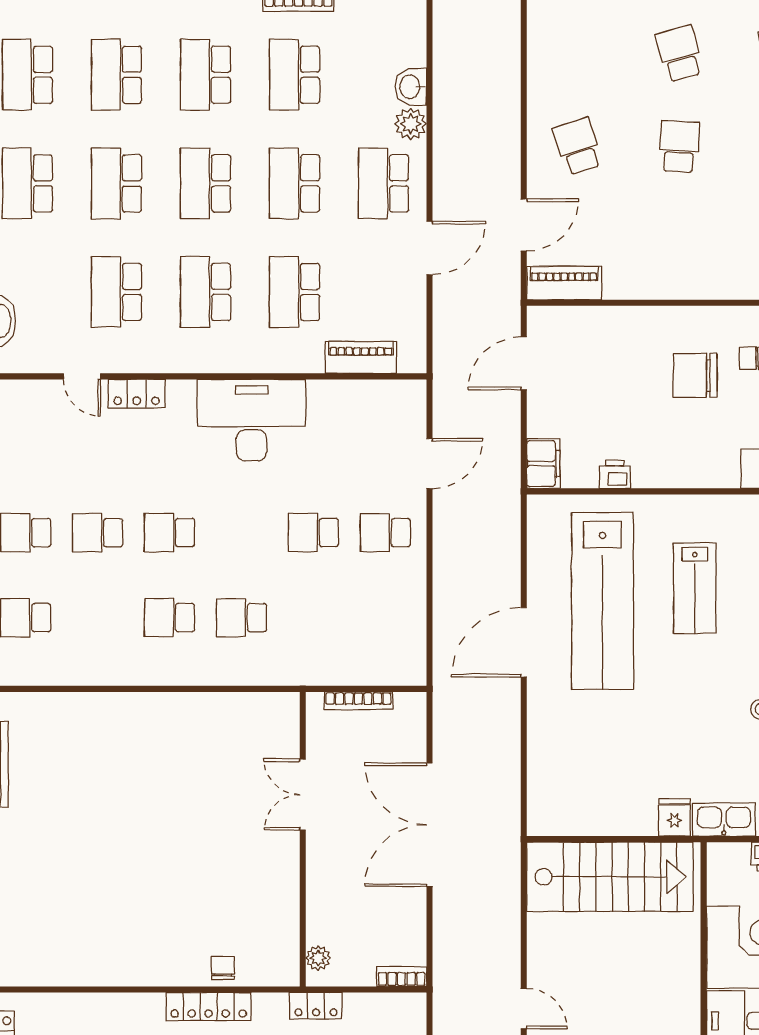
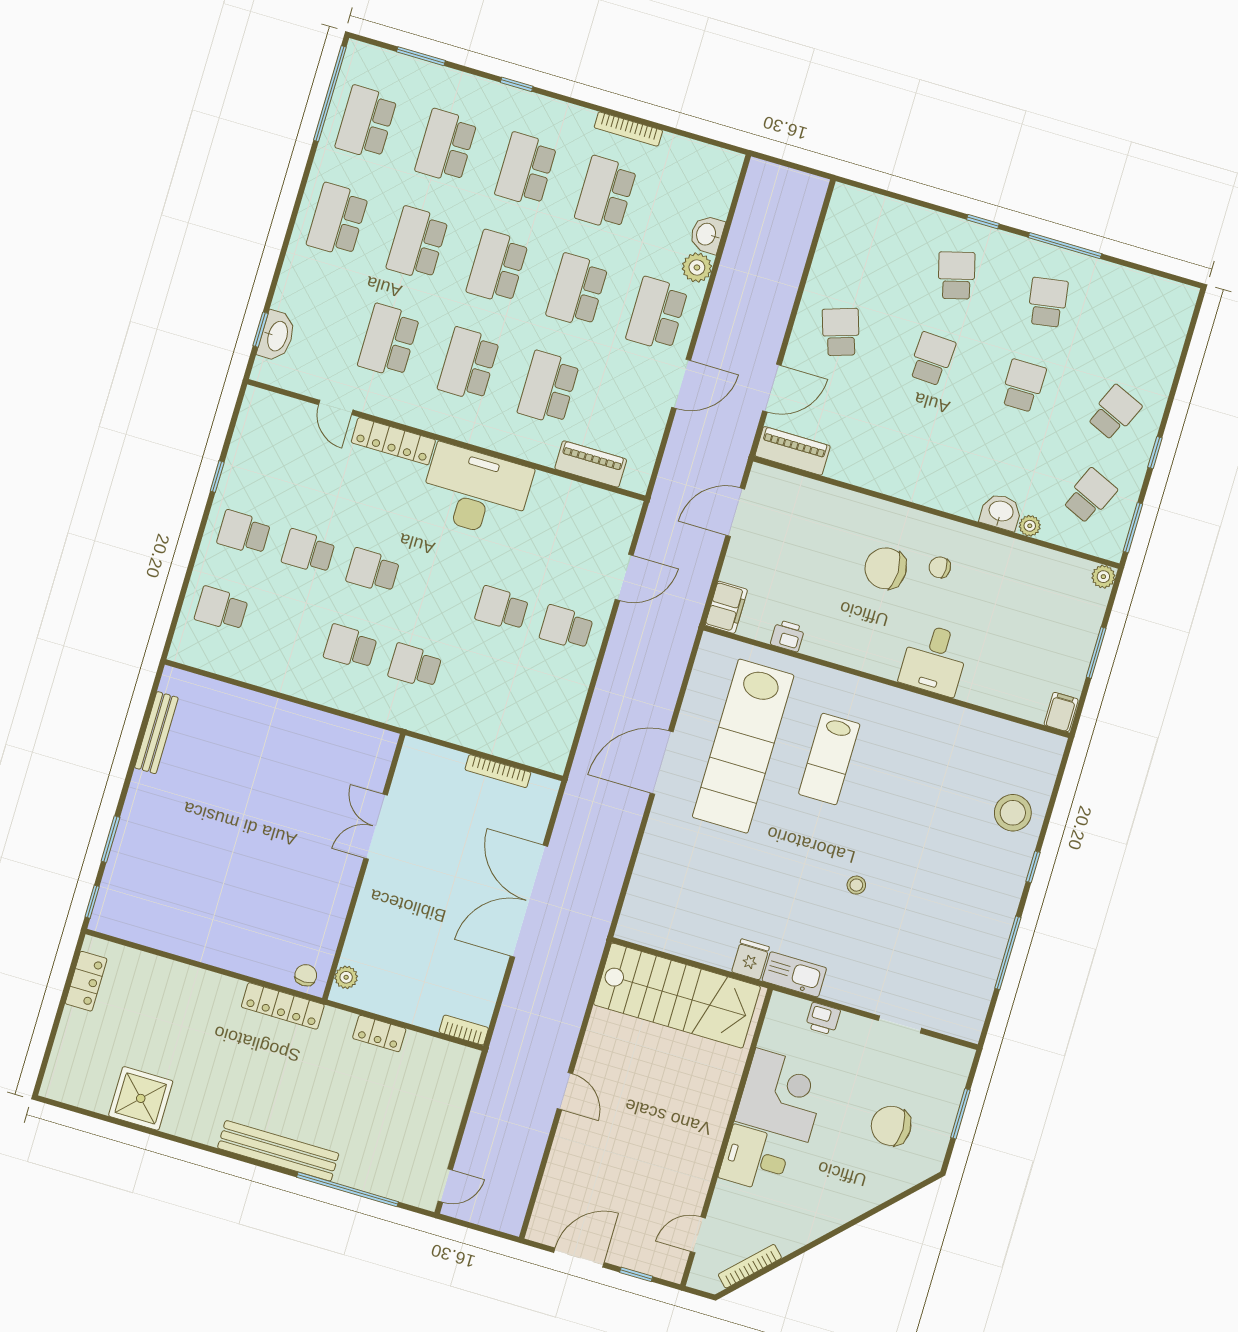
locker: (137, 394) -> (393, 441), width x1.53
double door: (303, 795) -> (376, 827), moved
wall: (303, 839) -> (364, 867), moved
plant: (318, 958) -> (346, 977), moved

